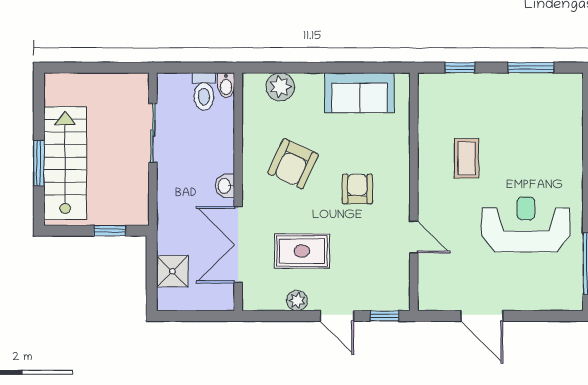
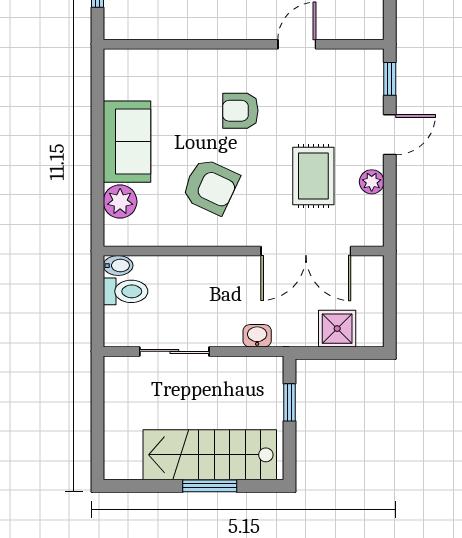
sofa: (360, 93) -> (127, 142), moved
washbasin: (225, 186) -> (257, 336), moved, turned 180

